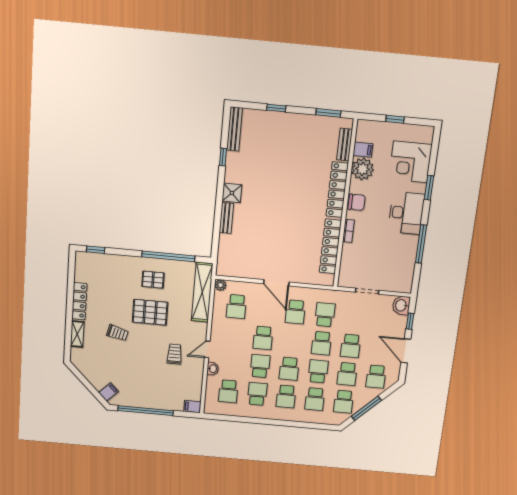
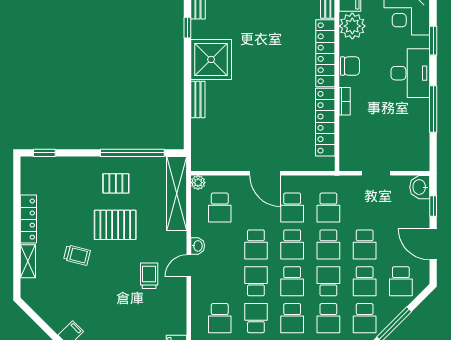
shower: (232, 193) -> (211, 59), width x1.86, depth x1.86
school desk: (325, 315) -> (328, 208), turned 180
school desk: (292, 341) -> (292, 244), added
washbasin: (213, 369) -> (198, 246), moved

